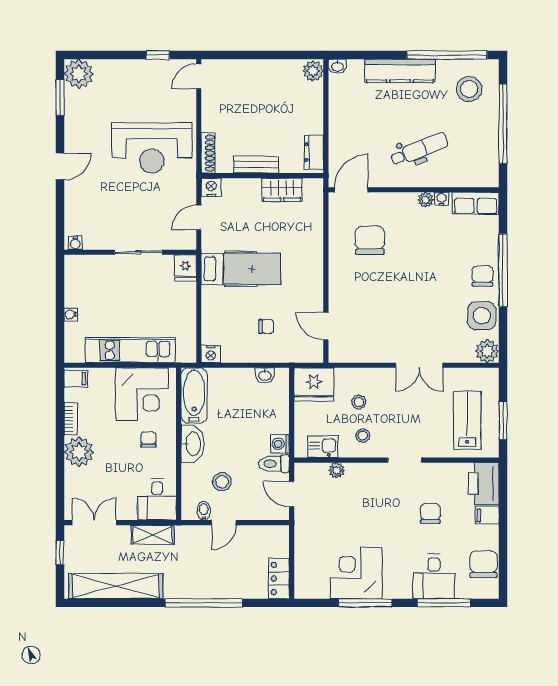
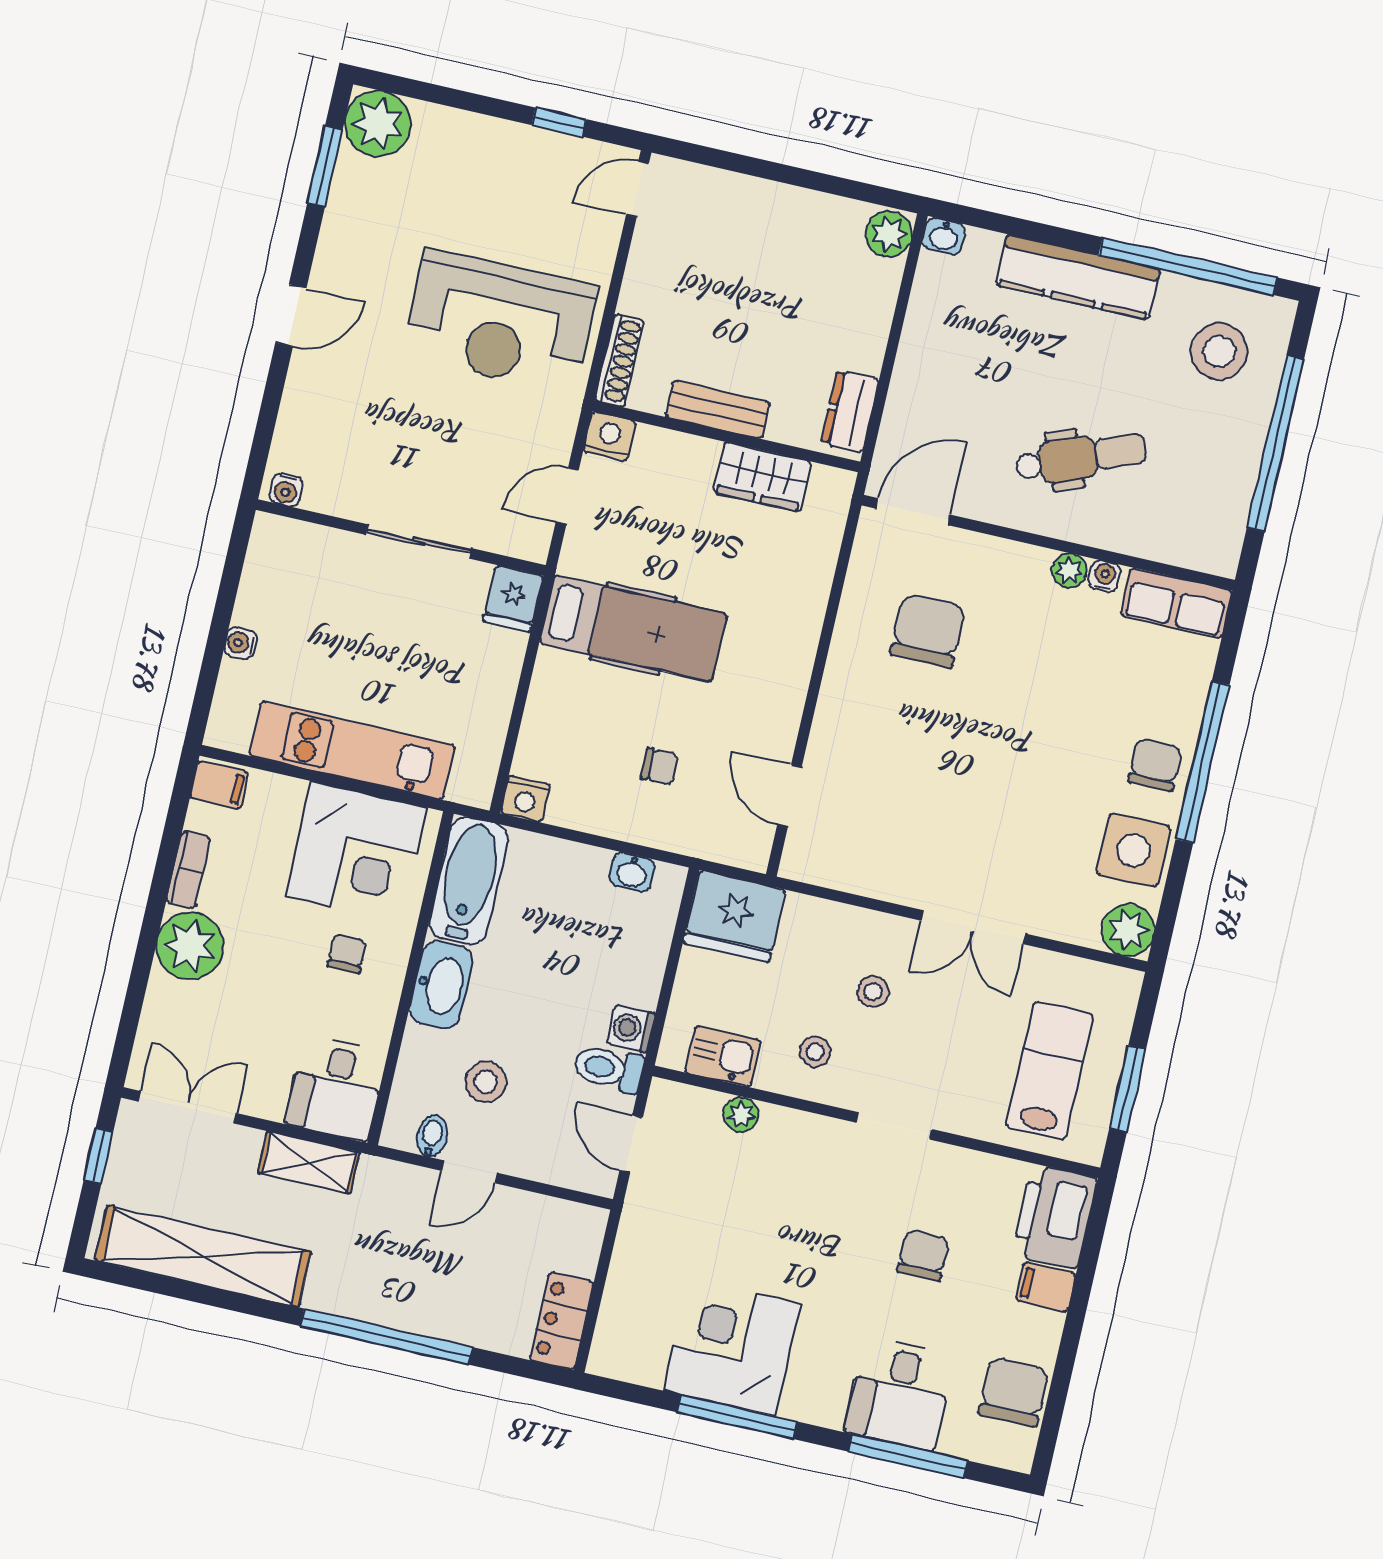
stool: (359, 402) -> (873, 992), moved

